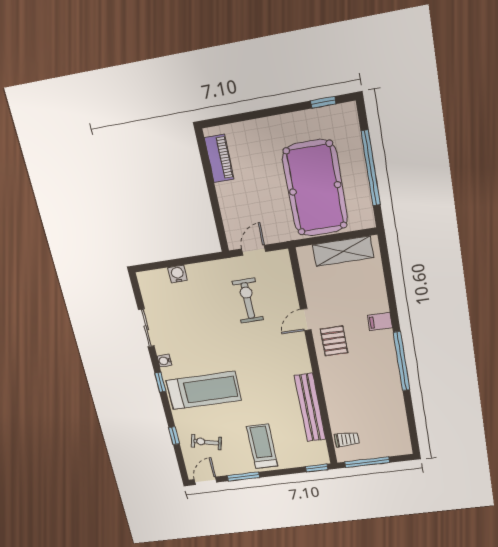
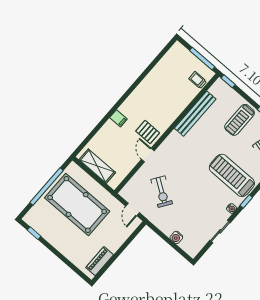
pool table: (315, 188) -> (77, 204), turned 90
door: (254, 250) -> (132, 209), hinge flipped
exercise bike: (248, 301) -> (162, 192), turned -56
door: (306, 320) -> (148, 155), swing flipped
pallet: (334, 341) -> (148, 132), turned 90
window: (402, 361) -> (130, 90), removed

